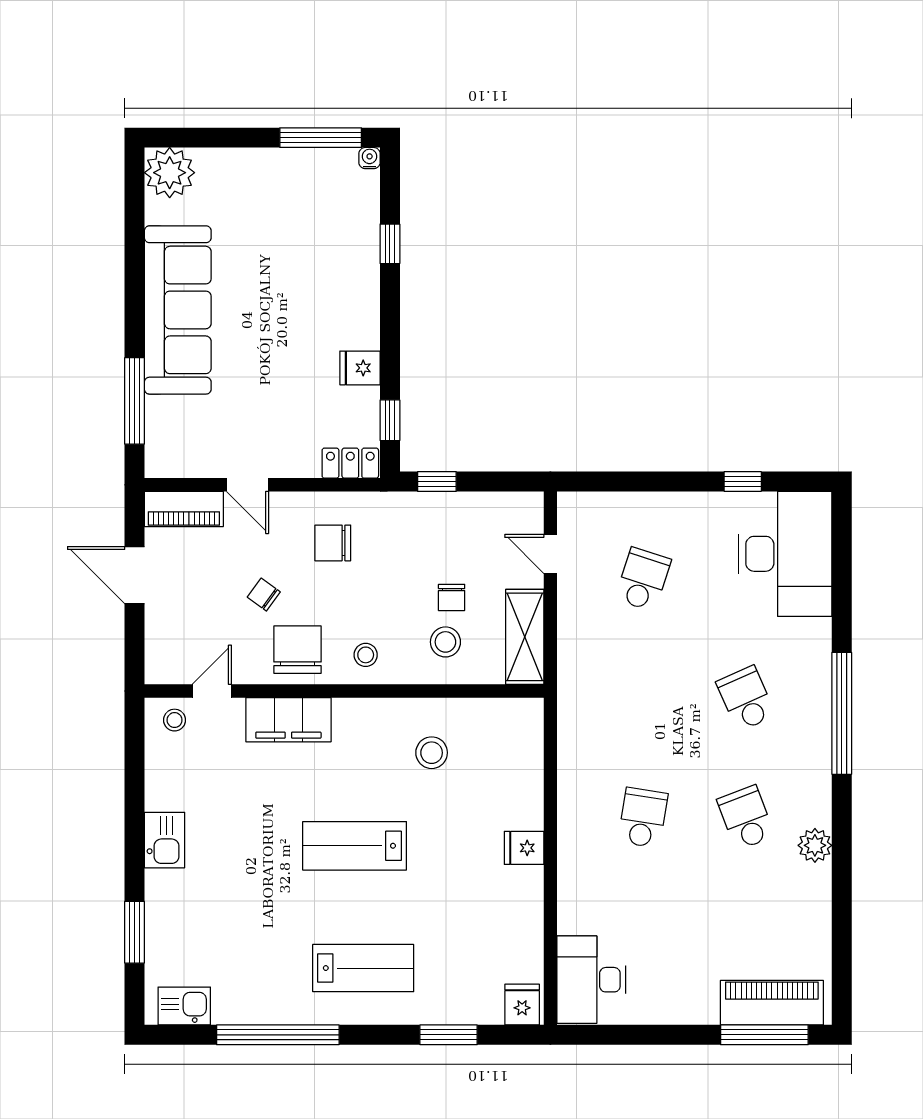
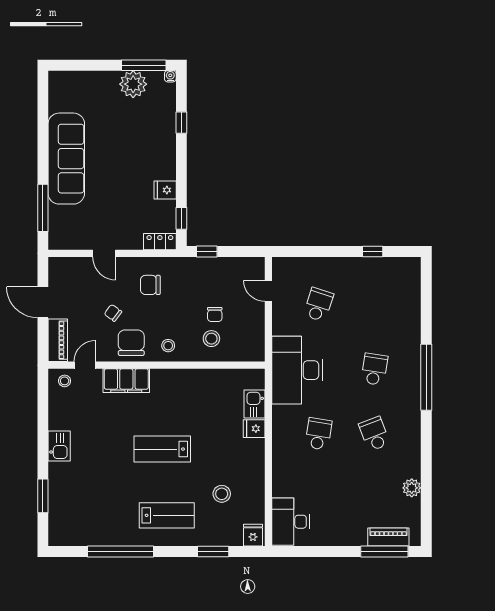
plant: (170, 173) -> (133, 84), moved
piano: (184, 509) -> (58, 340), moved, turned -90
desk: (785, 554) -> (297, 370), moved, turned 180
shelving: (525, 637) -> (254, 336), removed
school desk: (746, 699) -> (374, 369), turned 33
stool: (432, 753) -> (222, 494), moved
plant: (815, 845) -> (412, 488), moved
fridge: (524, 848) -> (254, 429), moved
piano: (772, 1003) -> (388, 537), width x0.73, depth x0.75
kitchen sink: (184, 1006) -> (254, 404), moved, turned -90

